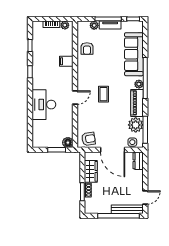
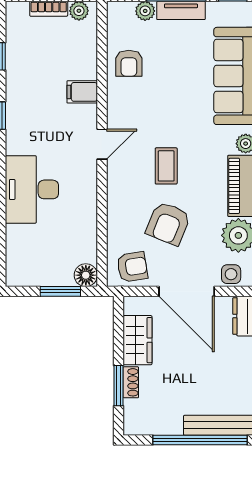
door: (75, 98) -> (102, 144), moved
armchair: (104, 120) -> (168, 223), added

